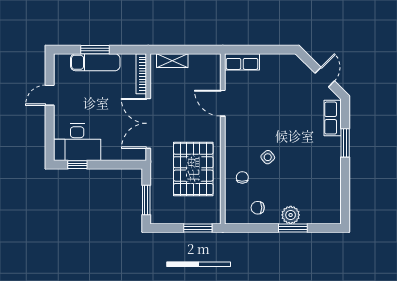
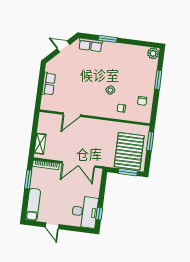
window: (95, 50) -> (28, 179), moved
exam couch: (95, 62) -> (33, 205), moved
row of seats: (242, 62) -> (49, 84), moved
pallet: (193, 169) -> (129, 151), moved, turned 90
plant: (291, 215) -> (153, 53), moved

